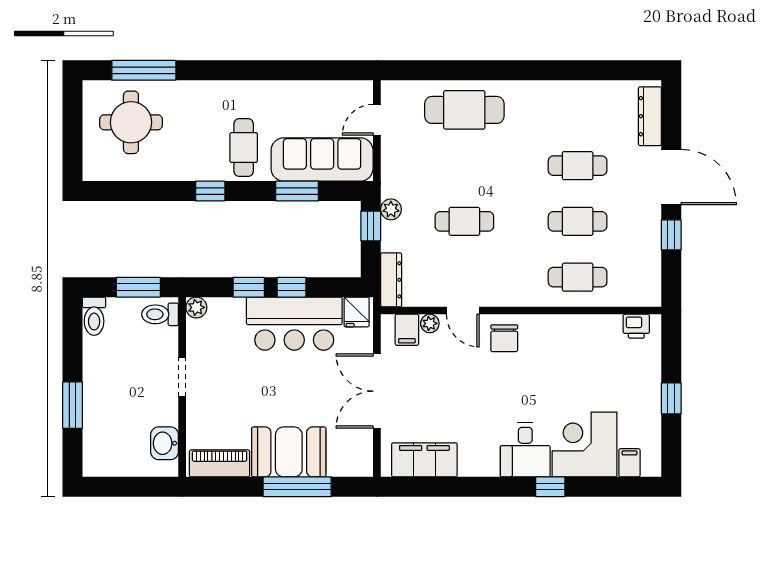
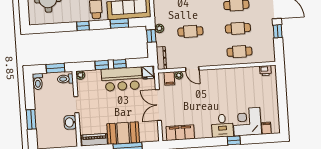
chair: (504, 338) -> (210, 79), removed
window: (671, 398) -> (282, 100), removed
washbasin: (165, 443) -> (70, 122), moved

